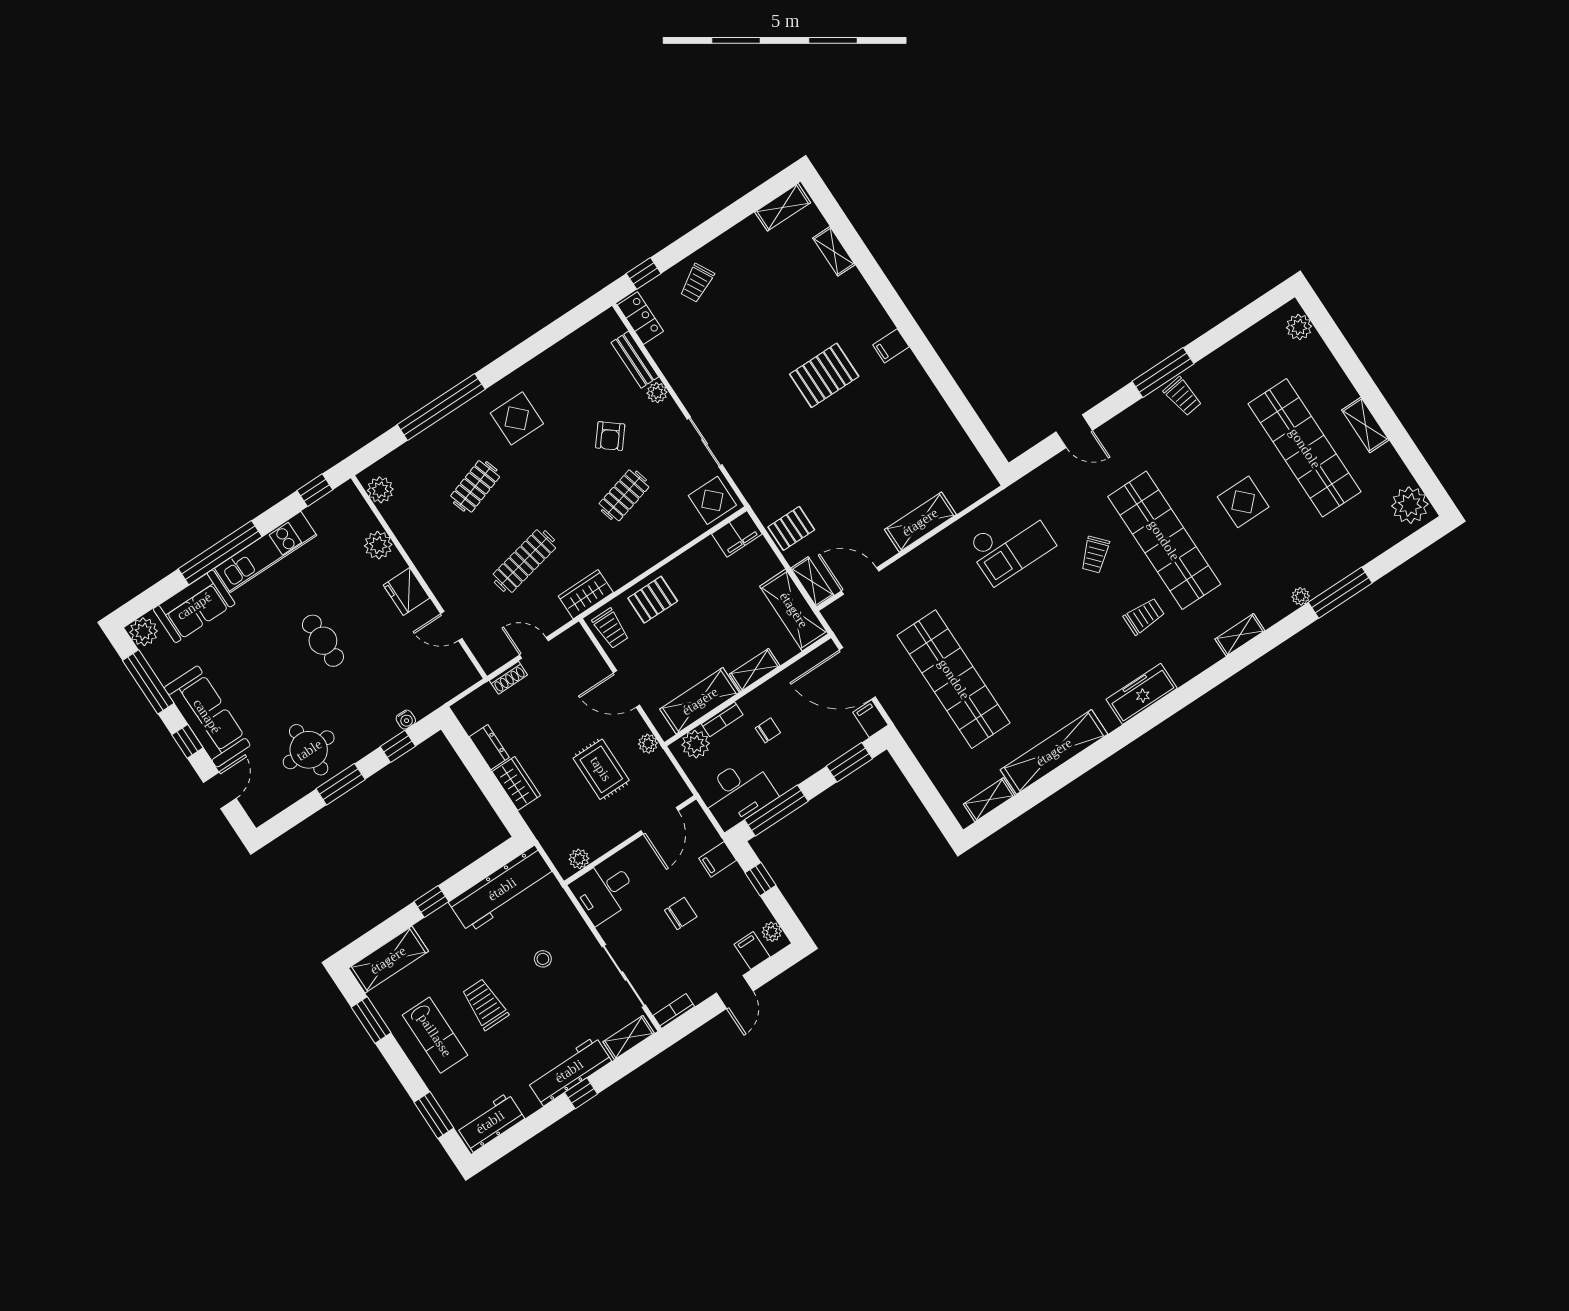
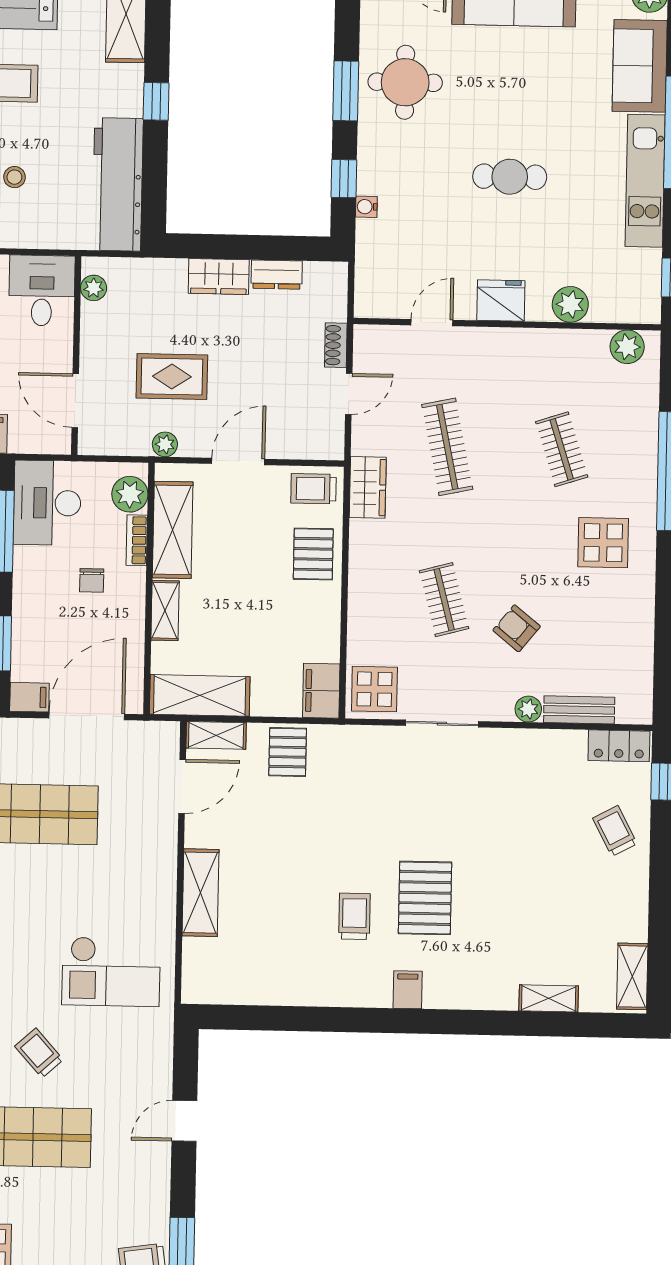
trolley: (867, 413) -> (354, 916), added
checkout: (1011, 544) -> (111, 972), turned -90

